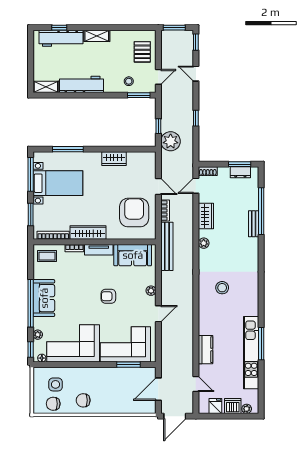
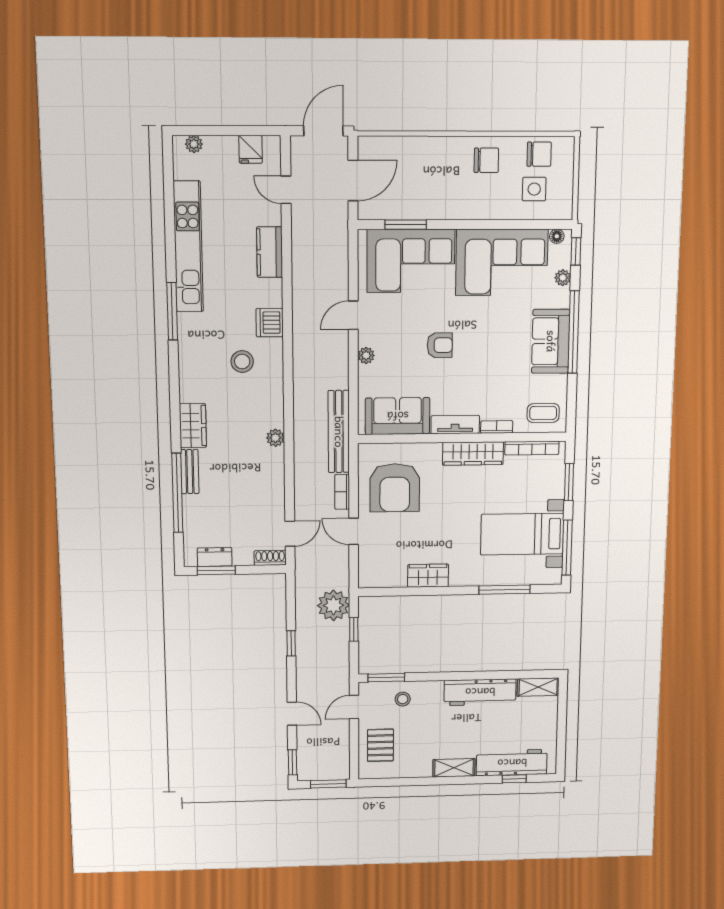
wardrobe: (206, 216) -> (193, 426), moved, turned 180
window: (261, 344) -> (172, 311), moved
dishwasher: (233, 406) -> (270, 323), moved, turned 90

